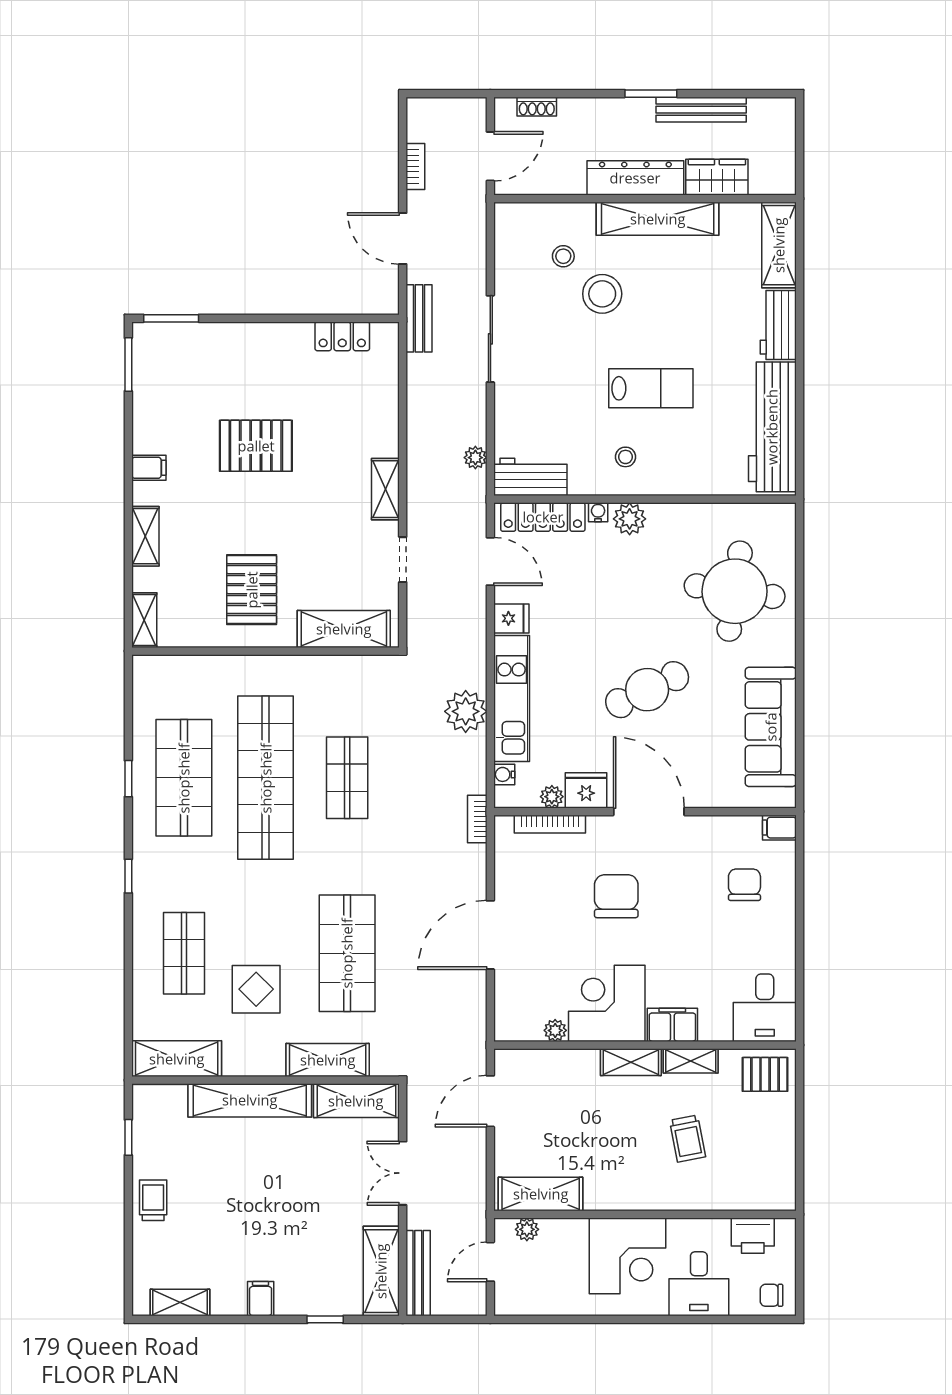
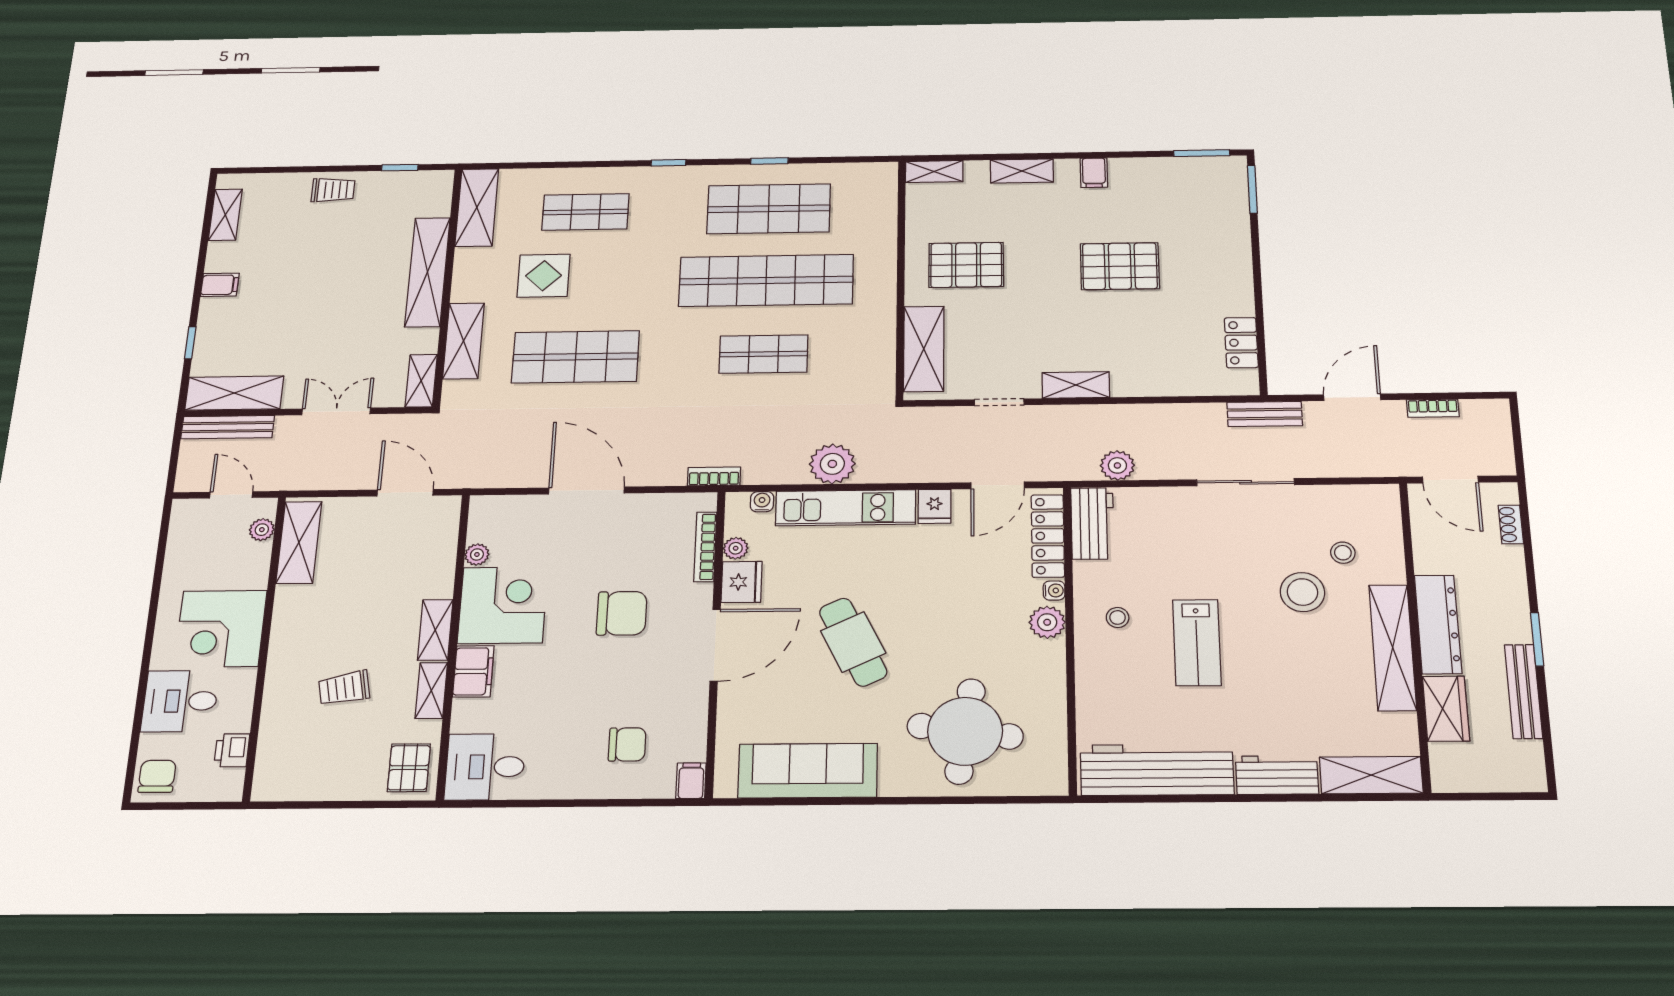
pallet: (256, 446) -> (1120, 266), turned 90
plant: (475, 458) -> (1117, 465), width x1.38, depth x1.38
shelving: (356, 1101) -> (421, 381), width x0.67, depth x0.75
printer: (753, 1236) -> (232, 750), width x0.73, depth x0.81
chair: (771, 1295) -> (157, 776), width x1.37, depth x1.37

